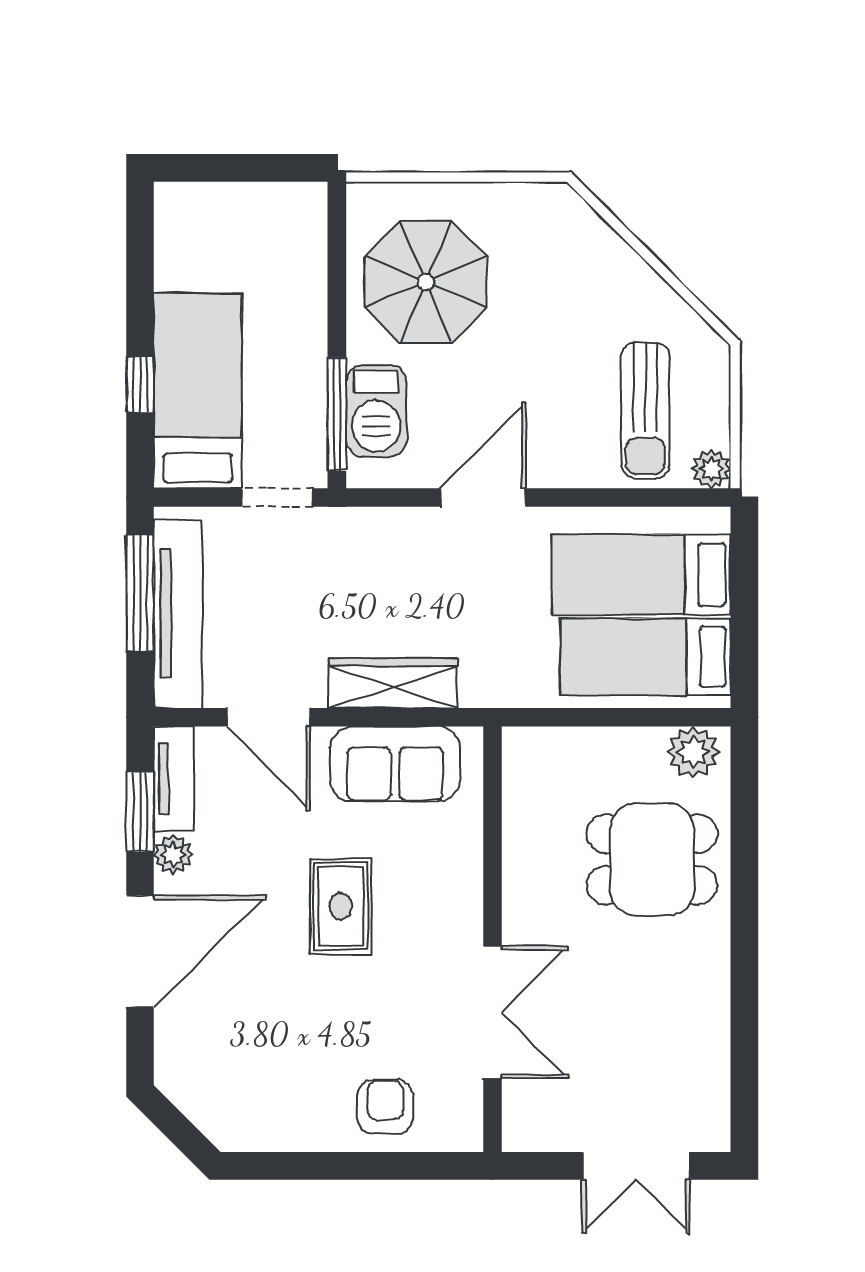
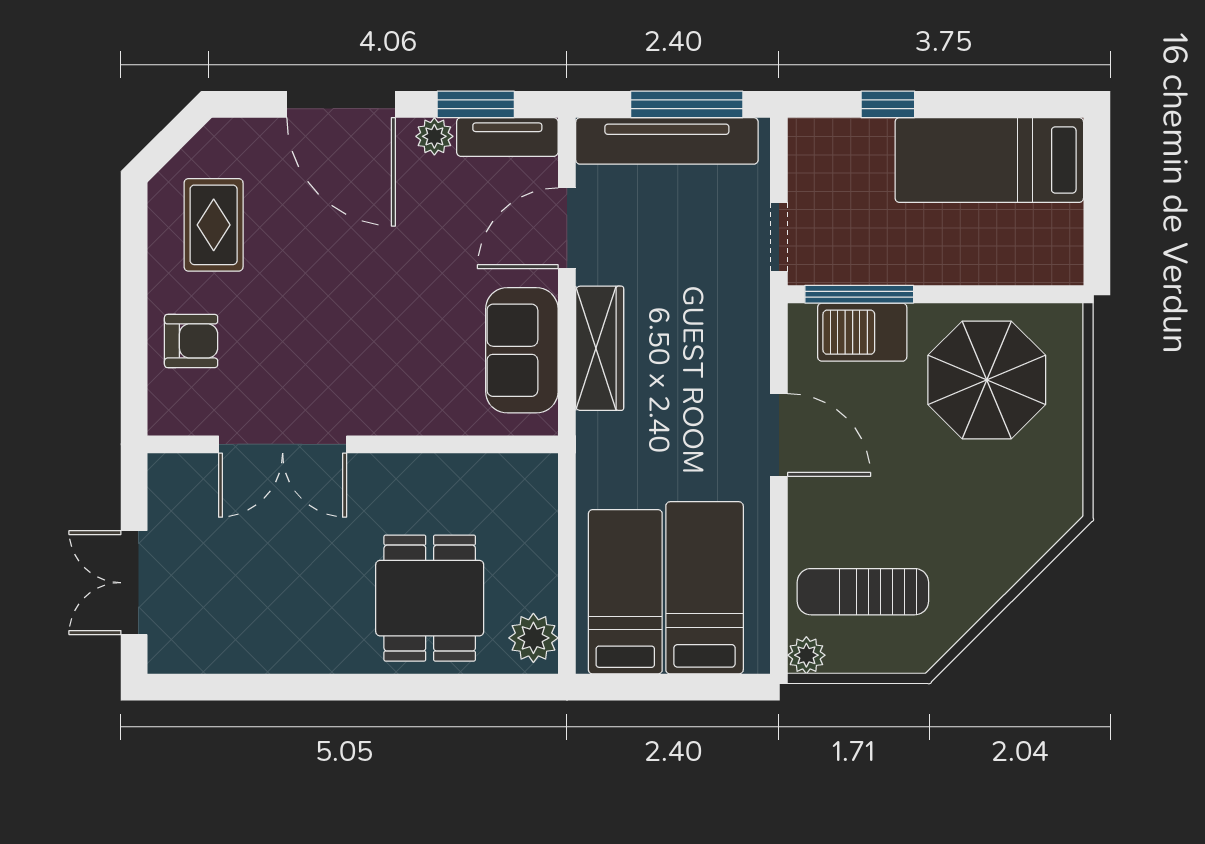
bed: (198, 391) -> (989, 160), moved, turned 180
rug: (341, 906) -> (214, 225), moved, turned 90

